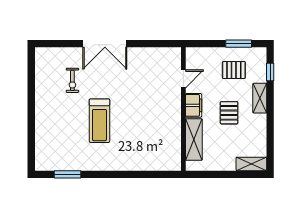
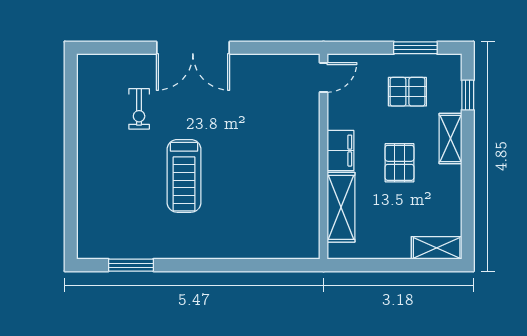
door: (183, 79) -> (324, 77), moved

